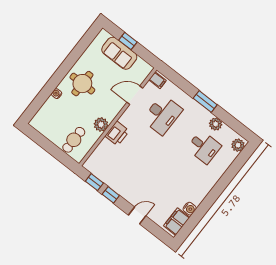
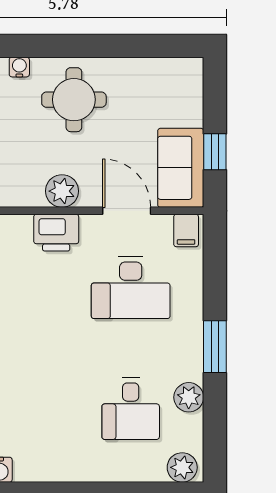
window: (128, 41) -> (215, 152), moved
sofa: (119, 53) -> (181, 168), moved
plant: (101, 125) -> (62, 191), moved
printer: (117, 133) -> (56, 233), moved

